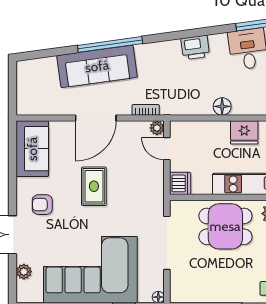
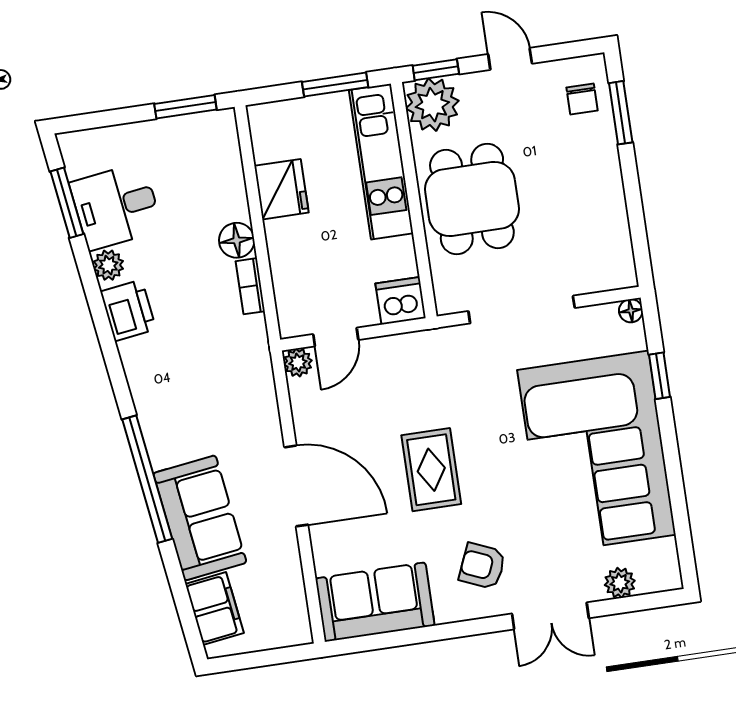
plant: (219, 41) -> (108, 265), added
sofa: (97, 66) -> (200, 518), width x0.73
filing cabinet: (41, 68) -> (214, 609), added
bookcase: (146, 110) -> (250, 286), moved
rug: (94, 186) -> (431, 470), turned 90
armchair: (42, 205) -> (482, 566), turned 113

